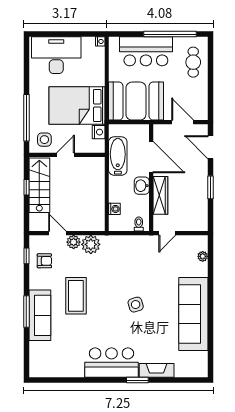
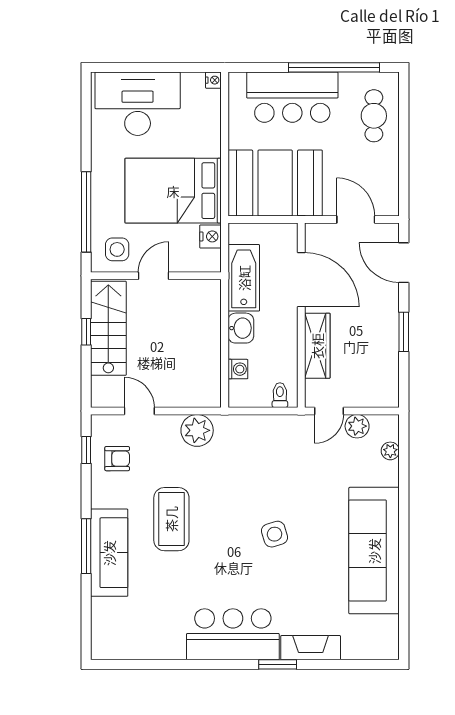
washbasin: (142, 186) -> (241, 328), moved, turned 180
plant: (74, 242) -> (357, 426), moved

